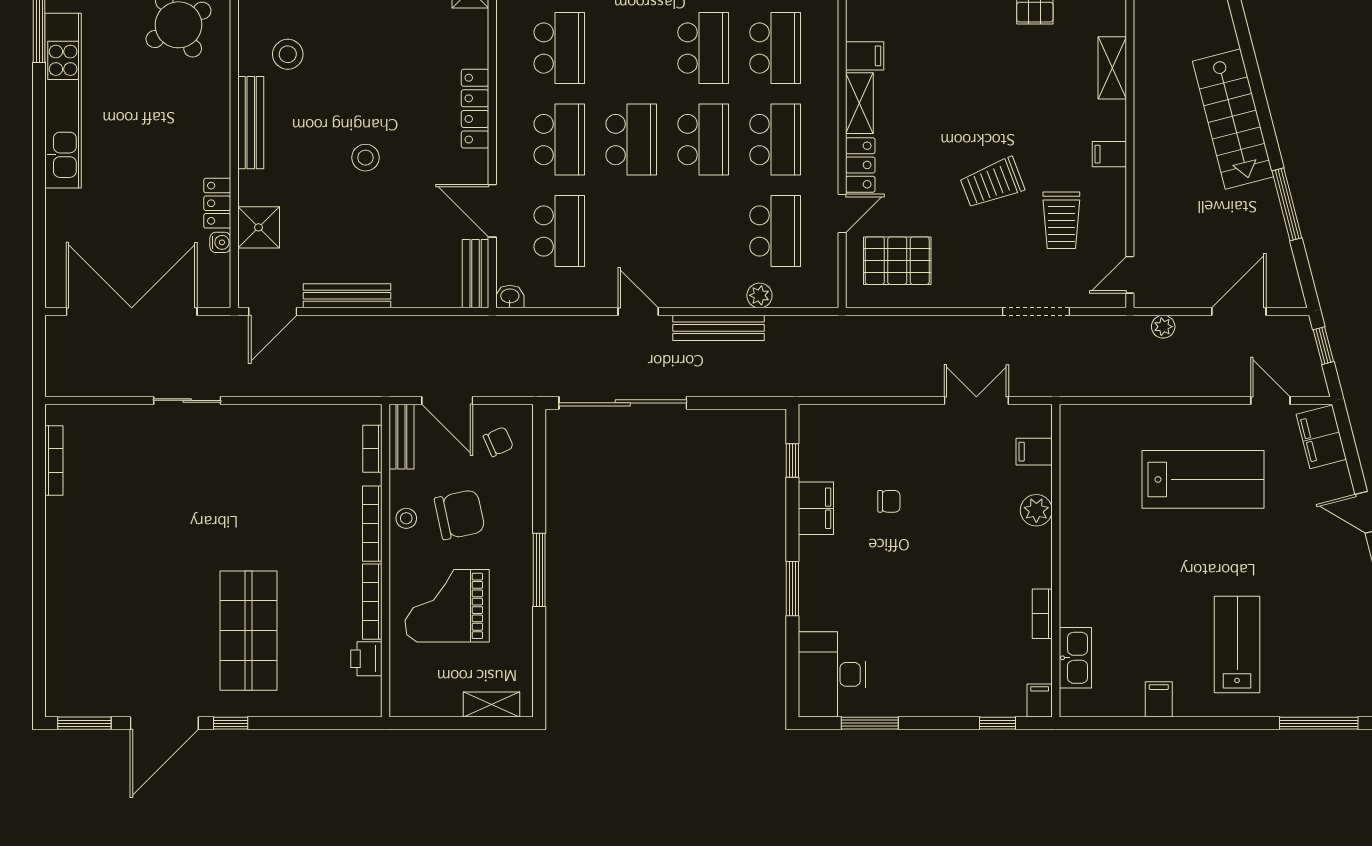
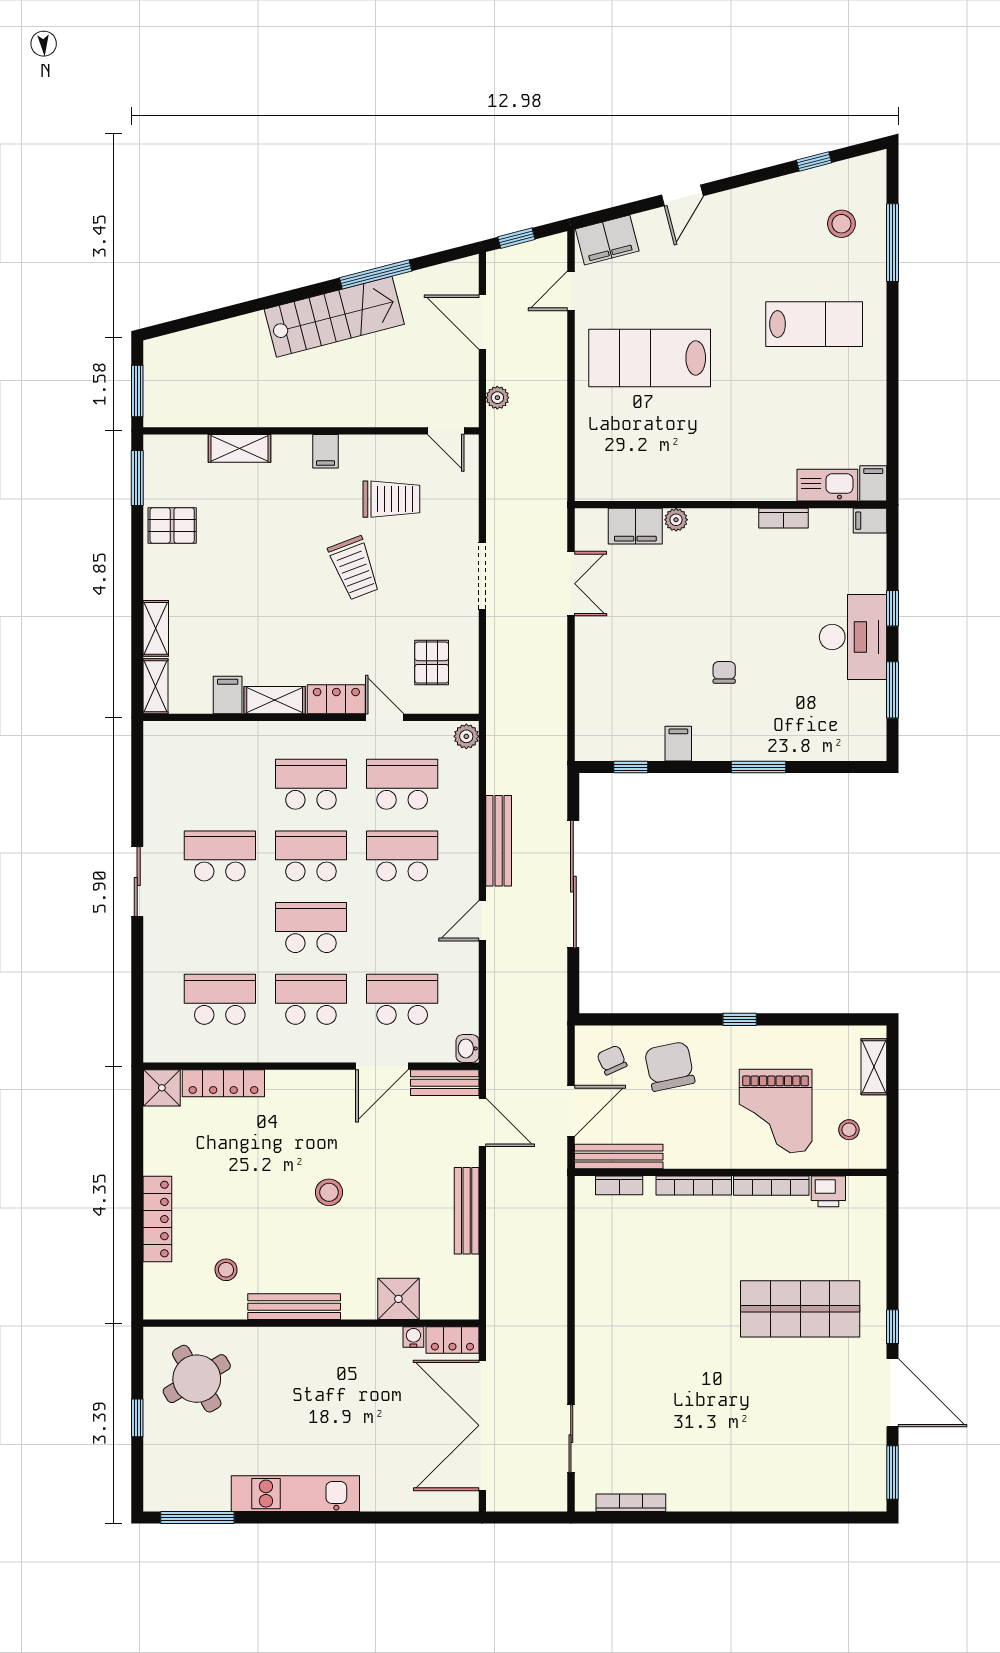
school desk: (775, 48) -> (402, 856), moved
stool: (288, 54) -> (226, 1270), width x0.73, depth x0.73
kitchen unit: (63, 101) -> (295, 1494), width x0.73
locker: (475, 109) -> (223, 1083), moved
stairs: (1233, 119) -> (334, 317), moved
locker: (217, 203) -> (452, 1340), moved
pallet: (897, 261) -> (432, 663), width x0.67, depth x0.71
plant: (759, 295) -> (466, 736), moved
door: (273, 312) -> (482, 1122), moved
doorway: (1036, 312) -> (482, 576), moved
sliding door: (187, 400) -> (571, 1439), moved
double door: (976, 400) -> (571, 584), swing flipped
sliding door: (623, 403) -> (573, 884), moved
bench: (401, 437) -> (619, 1157), width x1.36
filing cabinet: (1034, 452) -> (635, 526), width x2.00
lab bench: (1203, 479) -> (650, 358), turned -90
chair: (889, 501) -> (724, 672), moved
filing cabinet: (816, 508) -> (678, 744), width x0.50
plant: (1036, 510) -> (676, 520), width x0.73, depth x0.73
chair: (460, 515) -> (670, 1066), moved
stool: (406, 518) -> (849, 1130), moved
window: (539, 570) -> (740, 1019), width x0.46
lab bench: (1237, 645) -> (814, 324), turned 180
stool: (1338, 672) -> (841, 224), added
desk: (832, 674) -> (853, 637), moved, turned -90
filing cabinet: (1159, 699) -> (873, 483), moved, turned 90
window: (998, 723) -> (892, 608), moved

